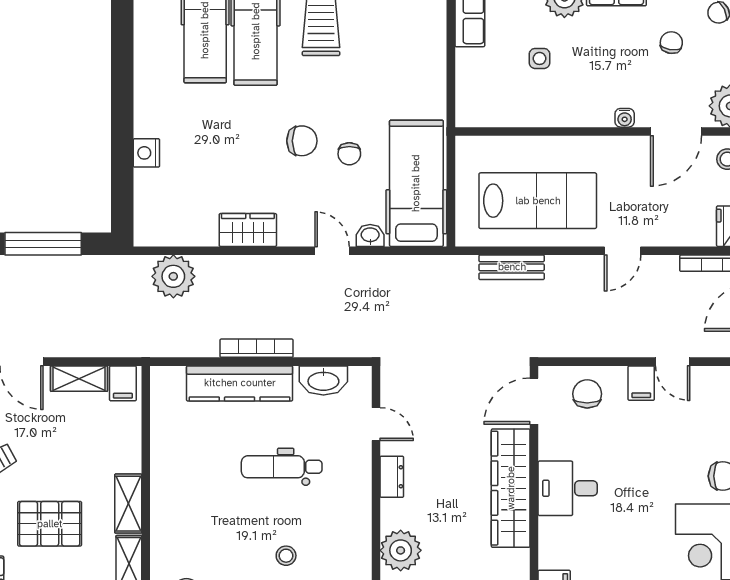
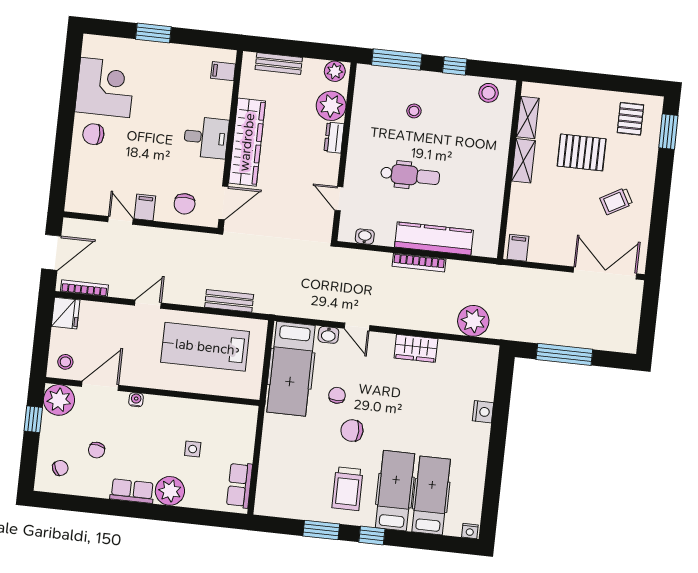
chair: (302, 141) -> (352, 431), moved
shelving: (79, 379) -> (549, 255), removed
washbasin: (323, 380) -> (365, 237), width x0.52, depth x0.69
dresser: (392, 477) -> (334, 138), moved

